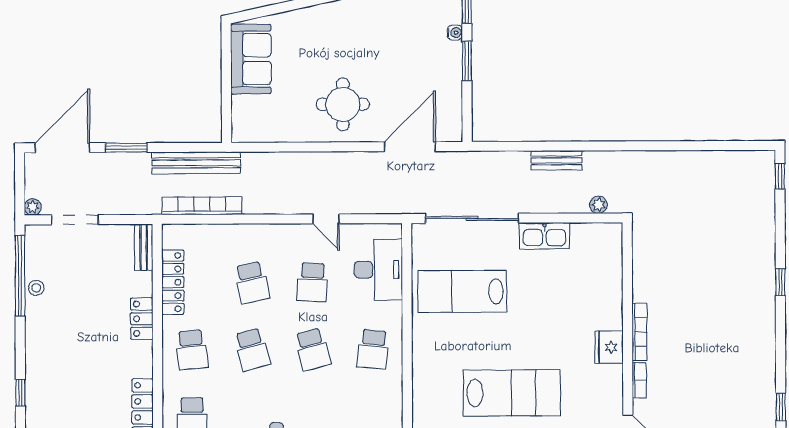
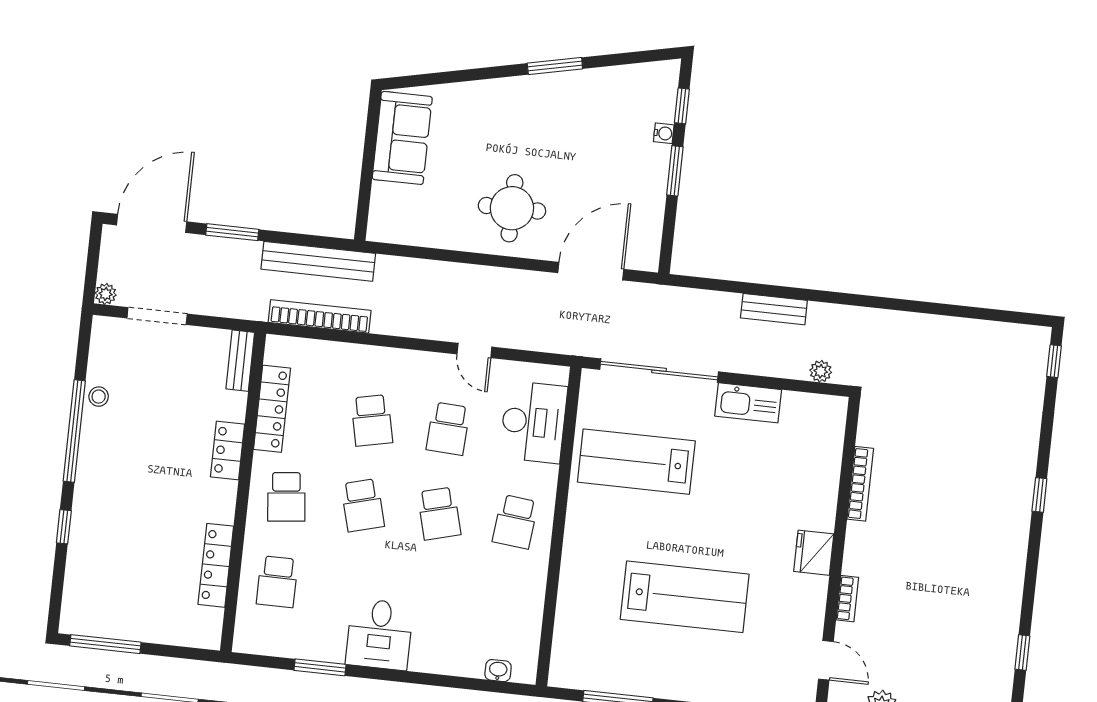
window: (20, 276) -> (74, 431), moved
bookcase: (639, 332) -> (860, 484), moved

